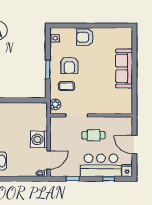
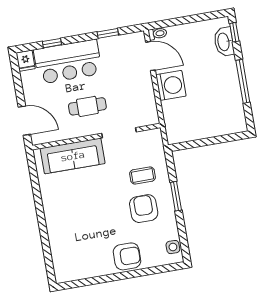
sofa: (124, 68) -> (73, 156), moved, turned 90
plant: (55, 104) -> (155, 144), removed
door: (134, 145) -> (24, 121), moved
door: (49, 160) -> (150, 56), swing flipped

